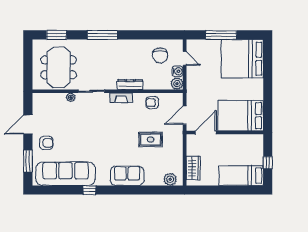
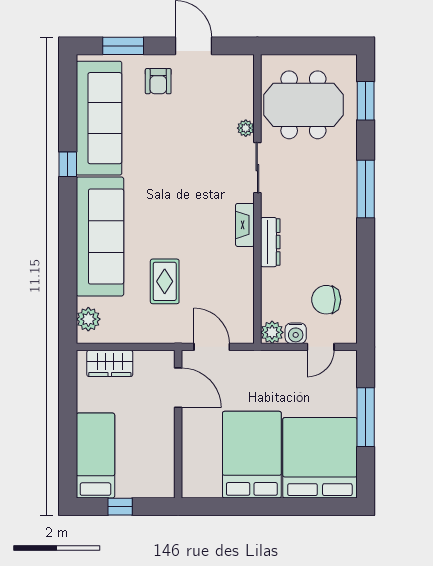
armchair: (152, 103) -> (236, 285), removed
bed: (241, 116) -> (252, 455), moved
sofa: (127, 176) -> (100, 237), width x1.85, depth x1.27

